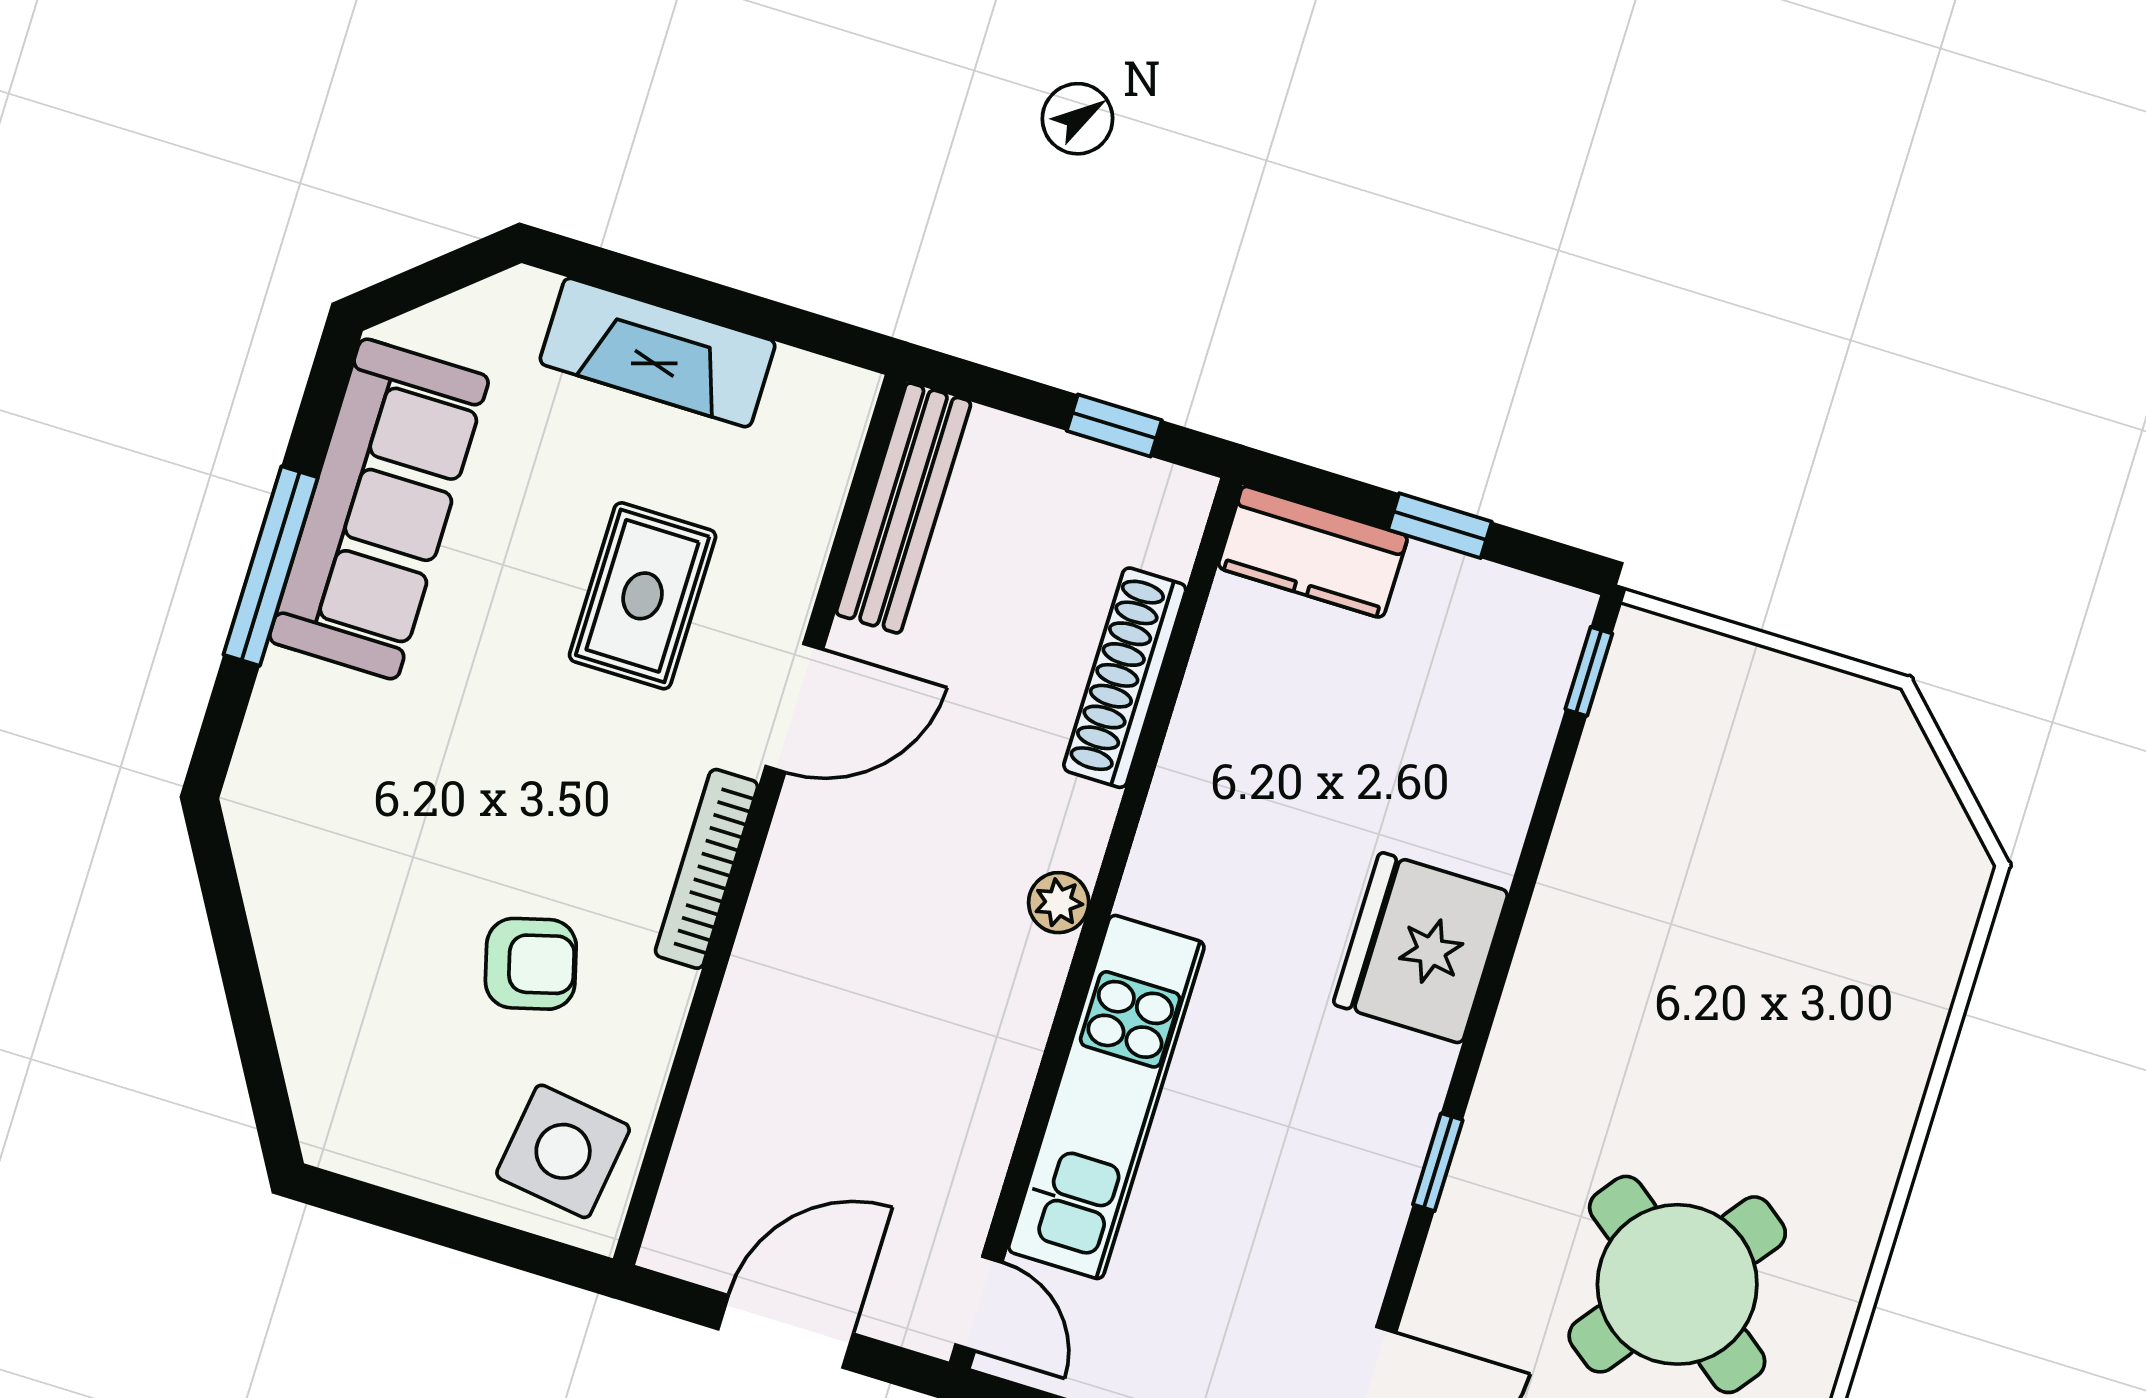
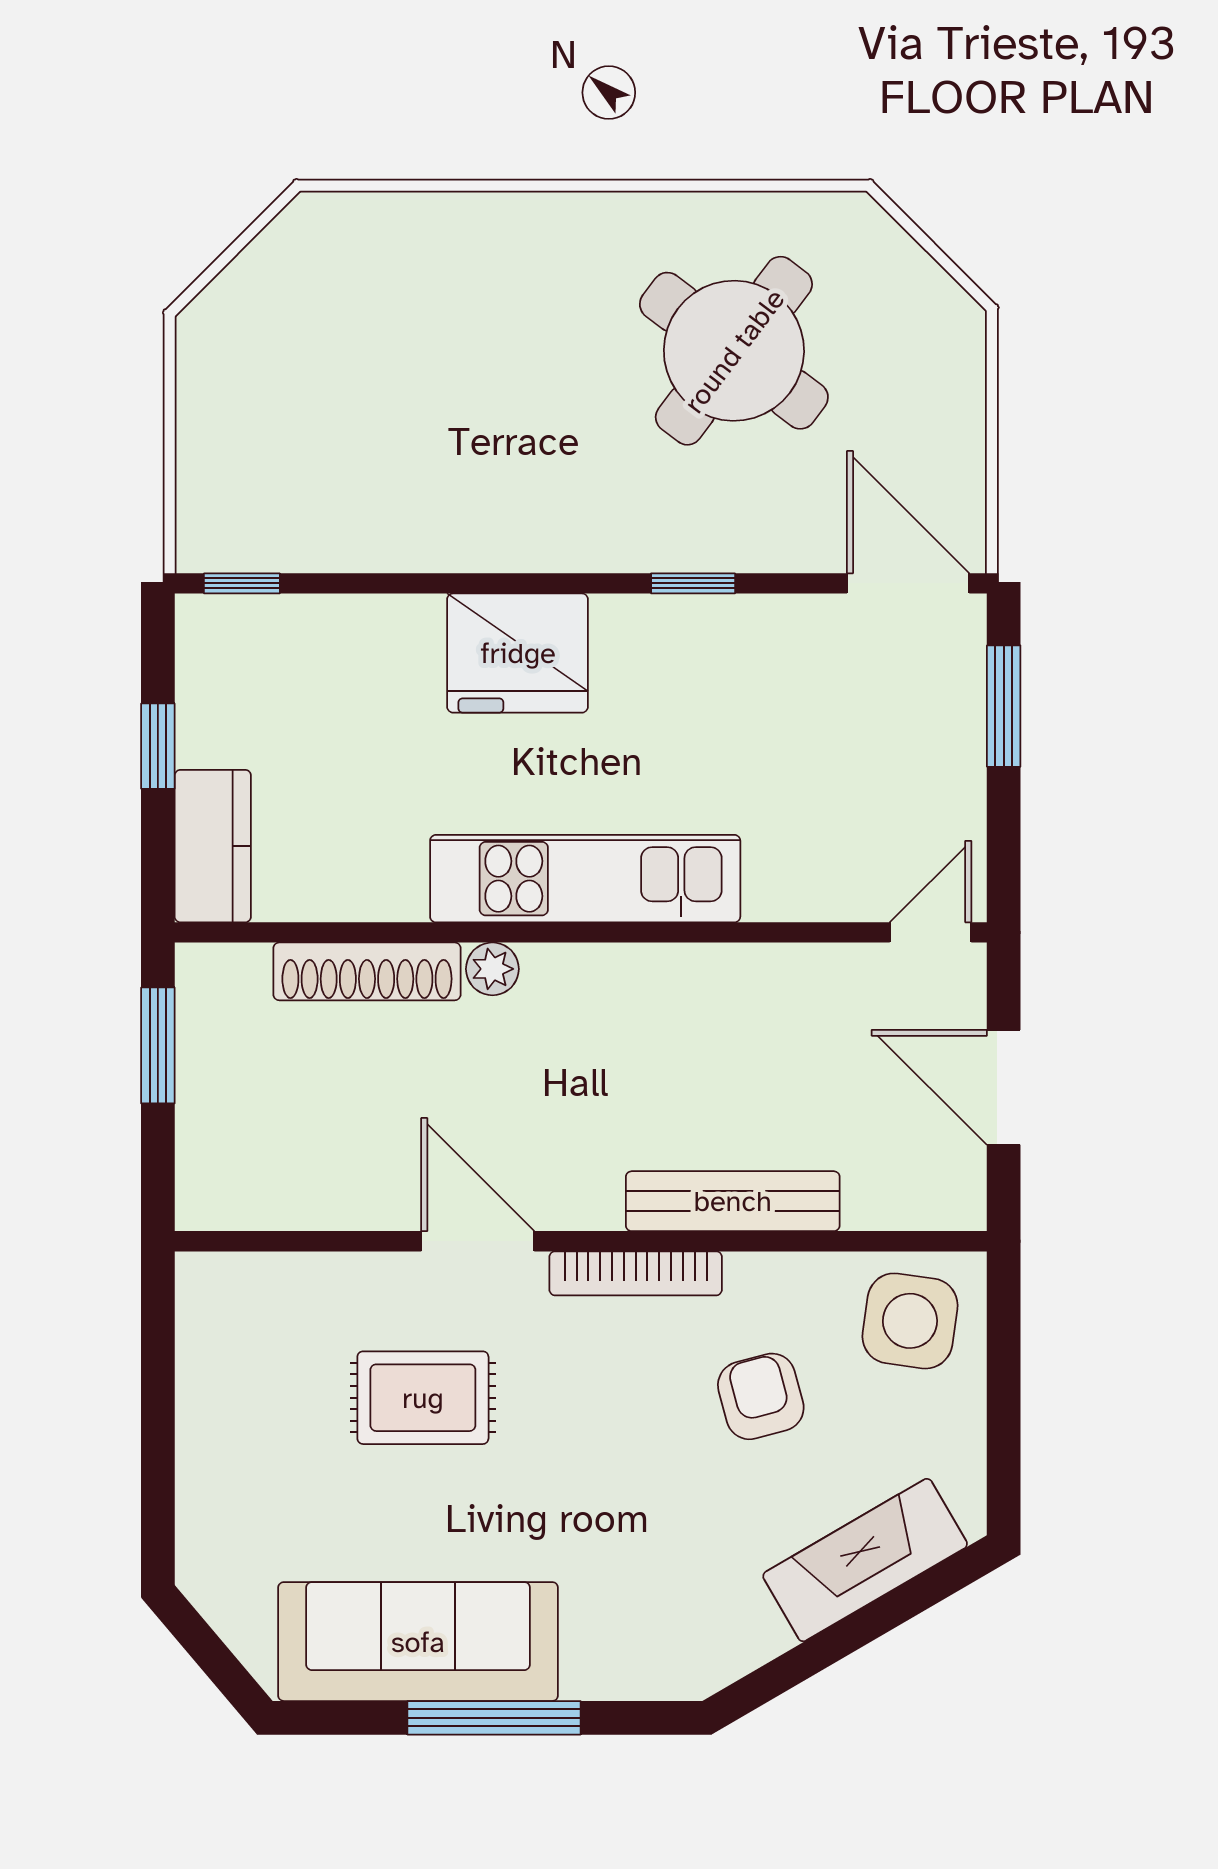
fireplace: (658, 353) -> (865, 1560), moved, turned -120
window: (1114, 425) -> (158, 1045), width x1.50
bench: (903, 508) -> (733, 1201), moved
plant: (1059, 903) -> (492, 969), moved
kitchen unit: (1106, 1097) -> (585, 879), moved

